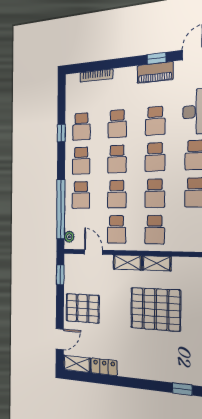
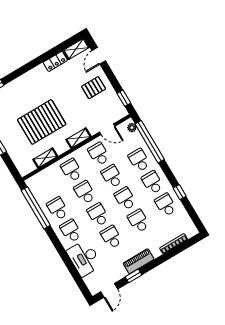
piano: (155, 73) -> (139, 261), moved
shelving: (157, 263) -> (45, 158), moved
pallet: (83, 308) -> (94, 88), width x0.67, depth x0.71

